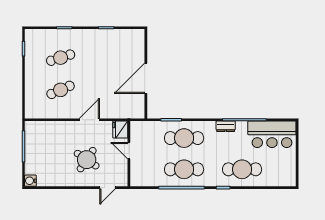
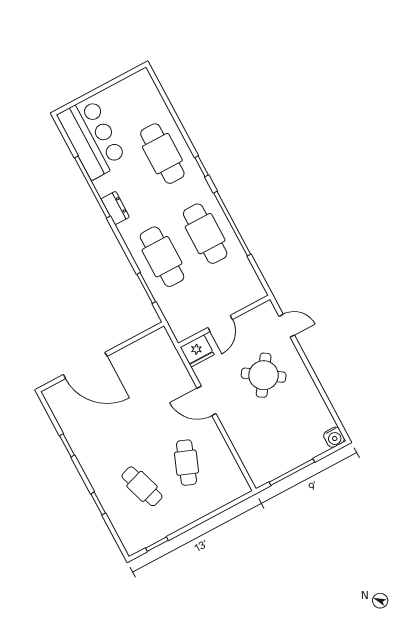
door: (146, 78) -> (85, 365), moved
cafe table: (61, 90) -> (186, 463), turned 45

